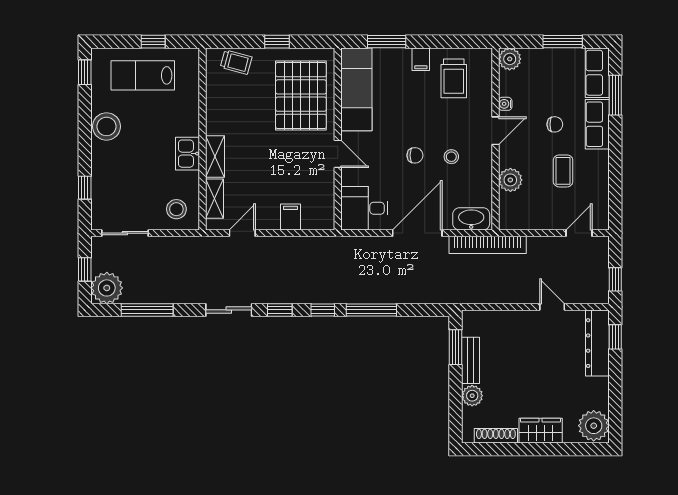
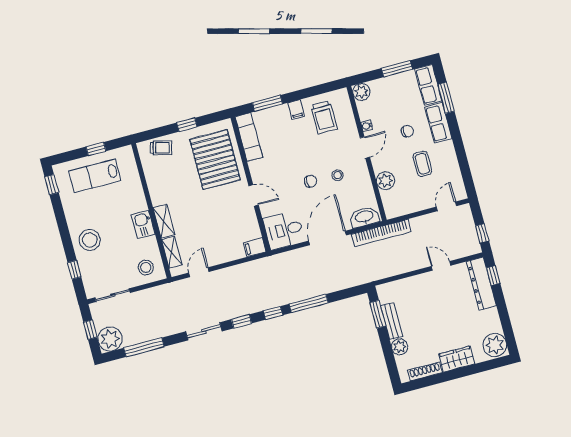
exam couch: (356, 89) -> (249, 137), width x0.73, depth x0.69
stool: (107, 126) -> (90, 240), moved
filing cabinet: (290, 217) -> (255, 247), moved, turned -90

